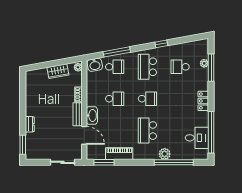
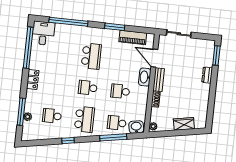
school desk: (180, 67) -> (52, 116), turned 180
wardrobe: (58, 71) -> (184, 124), moved
desk: (197, 138) -> (43, 33), moved, turned 90
piano: (119, 154) -> (133, 37), moved
plant: (165, 154) -> (77, 31), removed
window: (104, 162) -> (115, 27), moved

